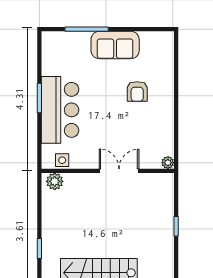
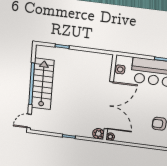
double door: (119, 171) -> (109, 106), width x1.87
plant: (55, 181) -> (98, 134), moved

